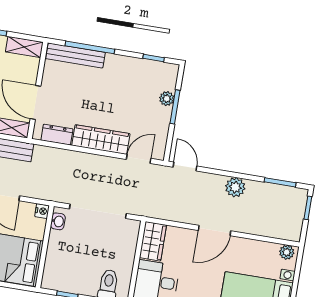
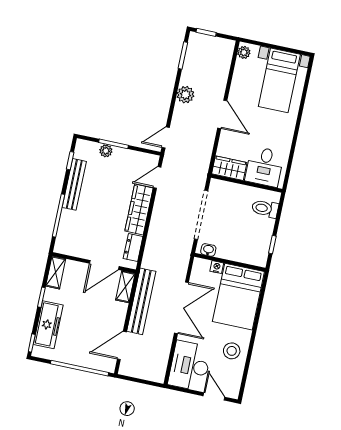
bench: (75, 55) -> (74, 184), moved
door: (139, 159) -> (157, 177), hinge flipped
nightstand: (42, 211) -> (217, 267), moved

